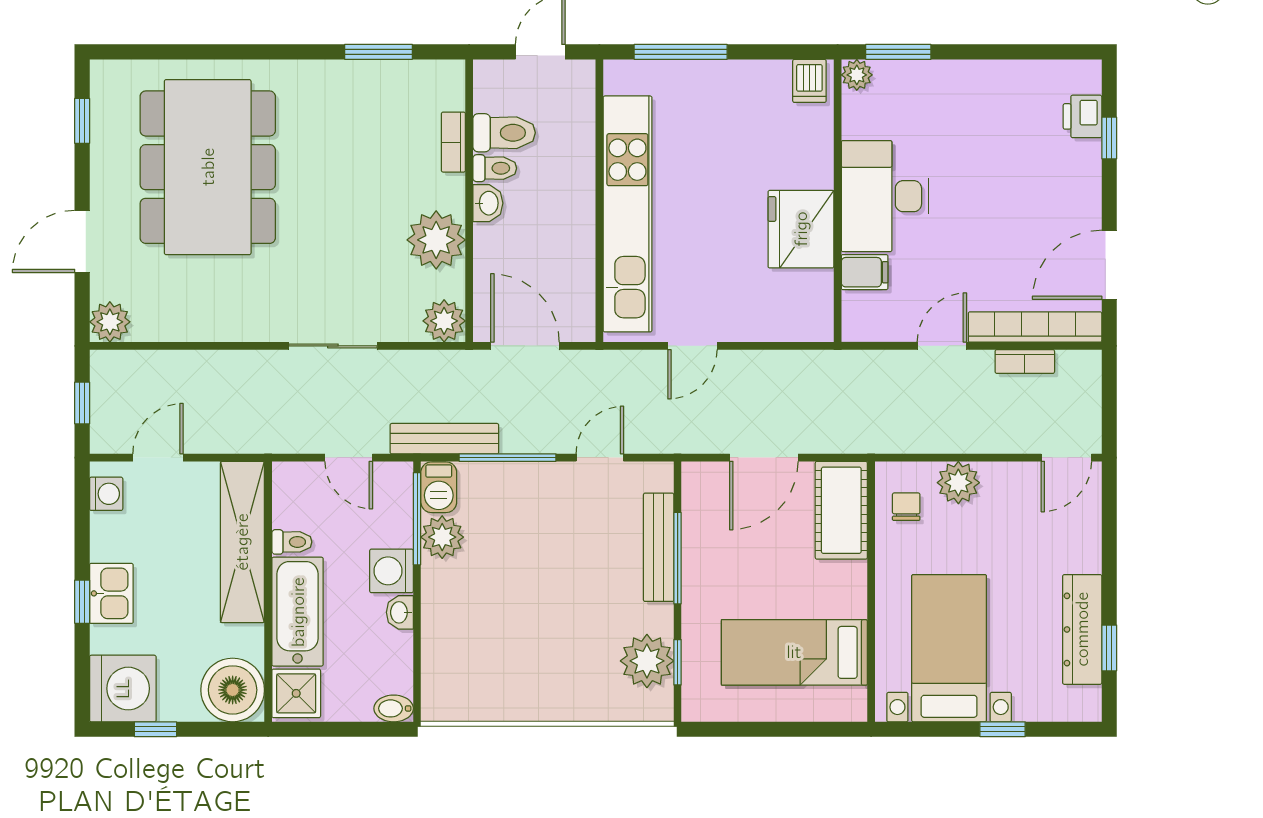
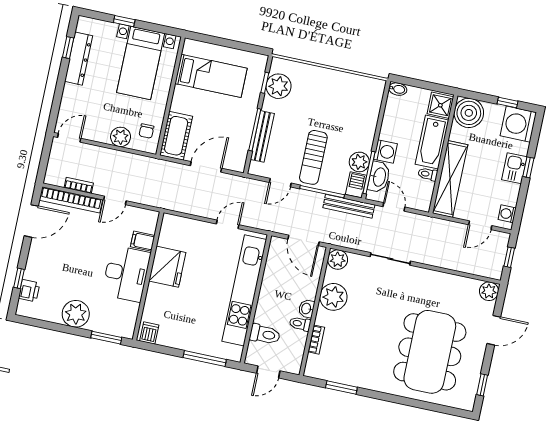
plant: (857, 75) -> (76, 314), moved, width x1.87, depth x1.87
toilet: (504, 133) -> (265, 334), moved, turned 180
sun lounger: (541, 526) -> (313, 157), added
washbasin: (400, 612) -> (379, 177), moved, width x1.91, depth x1.45

